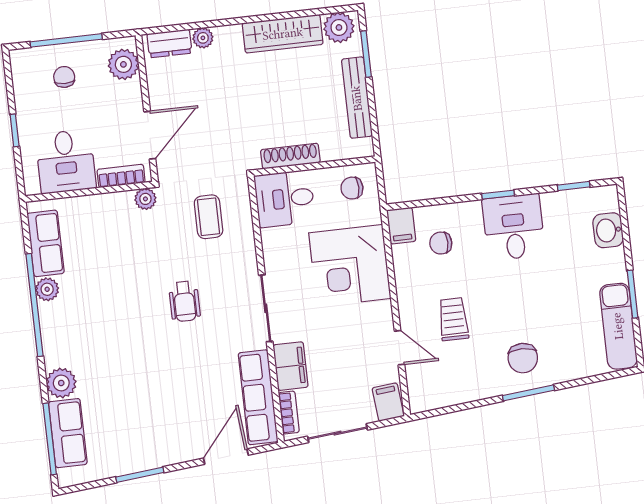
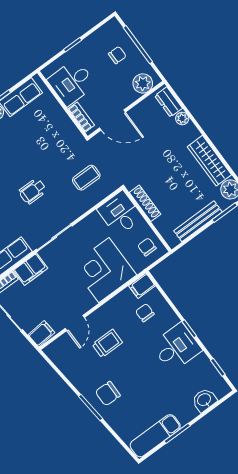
plant: (145, 199) -> (76, 138), removed

